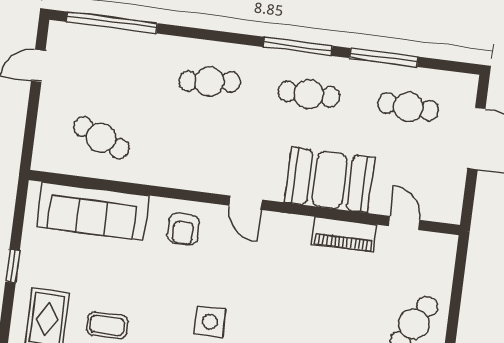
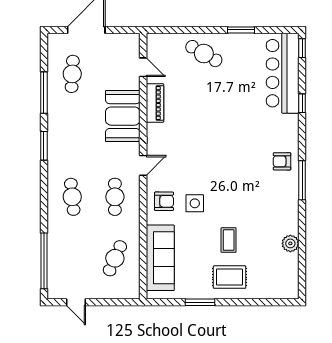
window: (298, 46) -> (44, 146), width x0.69
cafe table: (309, 94) -> (115, 197), moved
door: (404, 223) -> (143, 67), swing flipped
window: (13, 266) -> (200, 302), width x1.50
side table: (210, 322) -> (195, 203), moved

